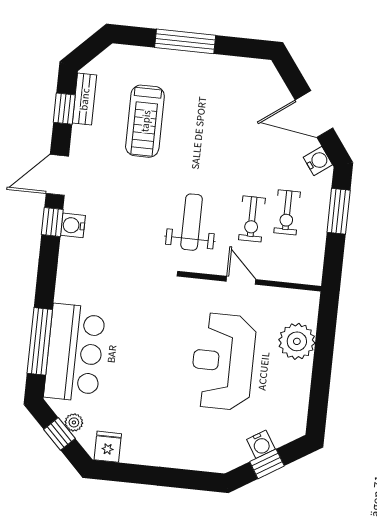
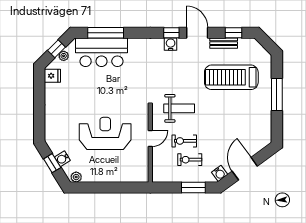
bench: (84, 99) -> (224, 43), moved
treadmill: (145, 121) -> (231, 77), width x1.37, depth x1.38
plant: (297, 341) -> (76, 177), moved, width x0.53, depth x0.53

